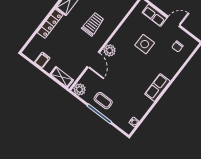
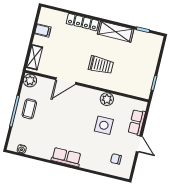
plant: (110, 50) -> (107, 99), moved

